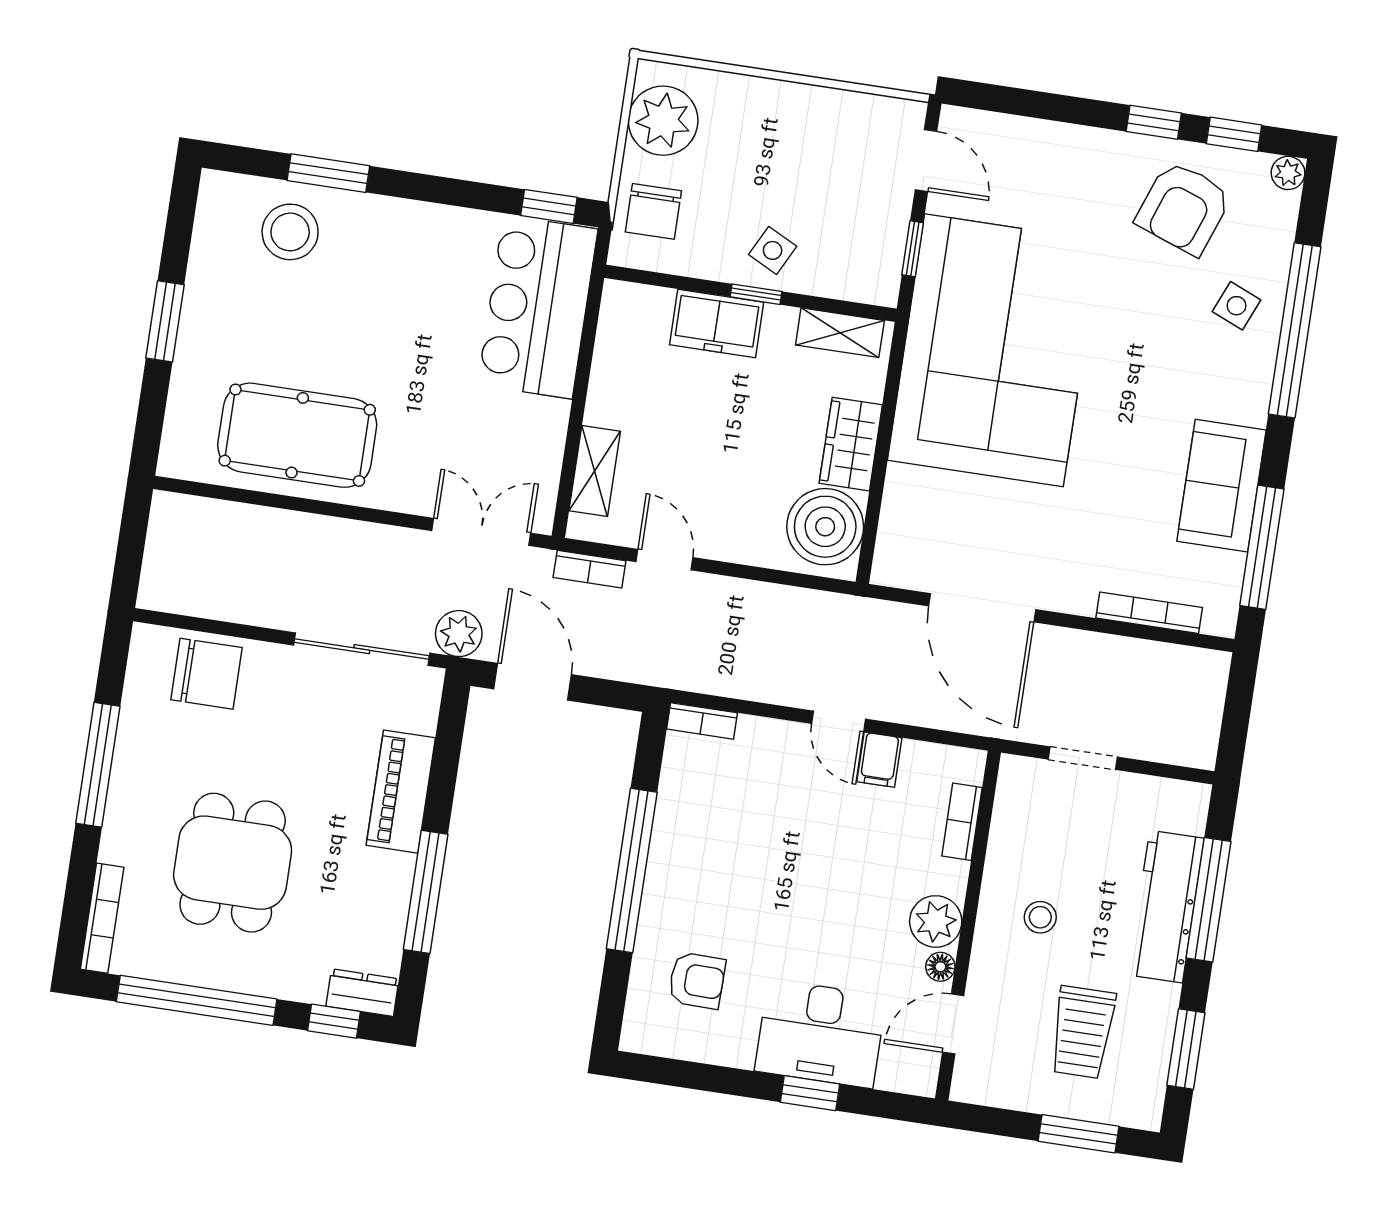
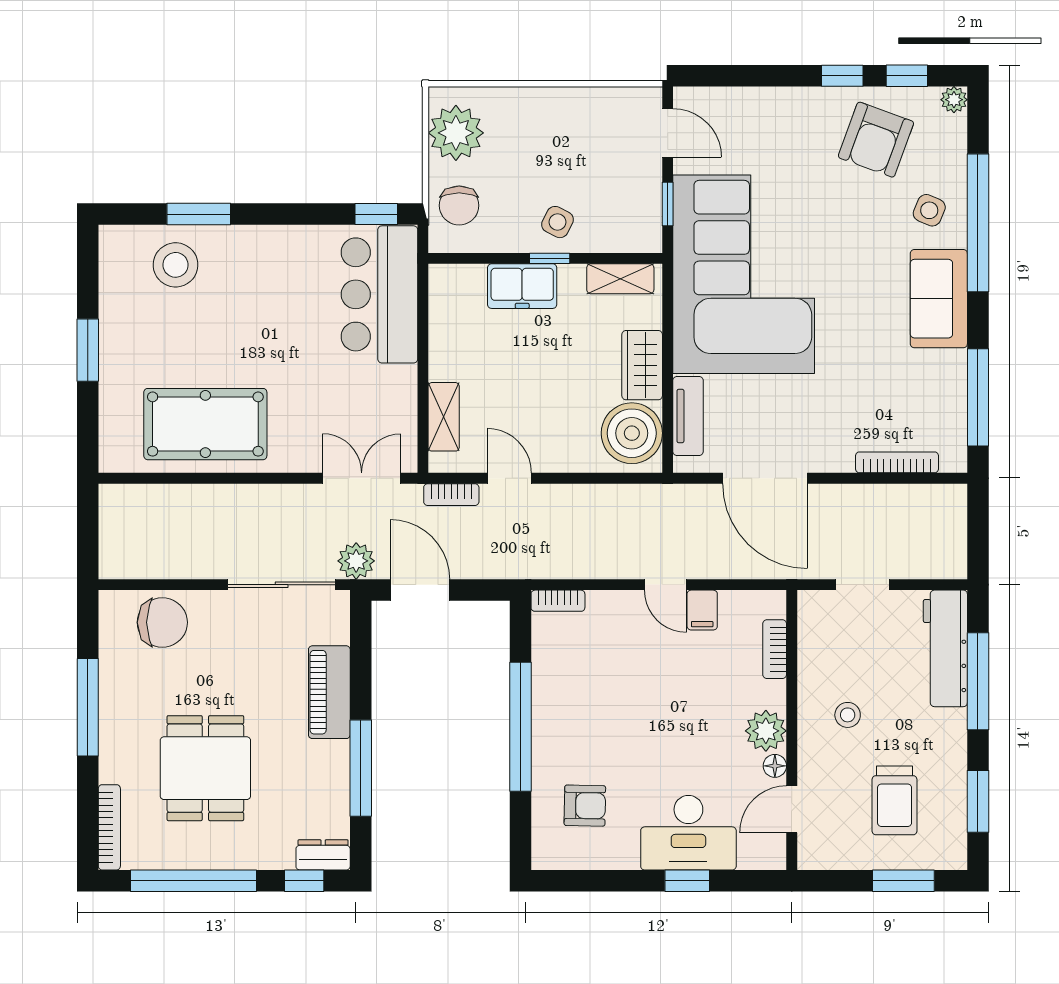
sofa: (1221, 486) -> (939, 299), moved
tv unit: (898, 516) -> (688, 416), added
workbench: (1166, 907) -> (945, 648), moved

